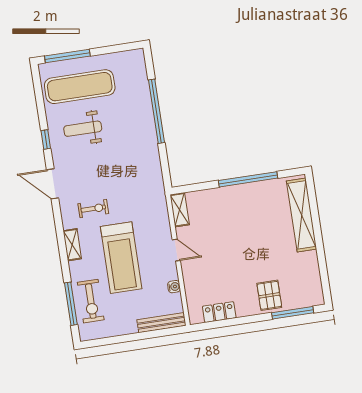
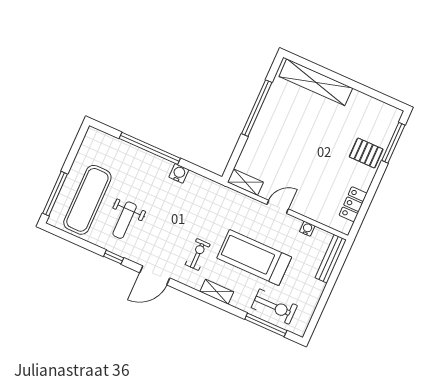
water cooler: (151, 149) -> (179, 173), added
treadmill: (121, 258) -> (254, 258), turned 180

